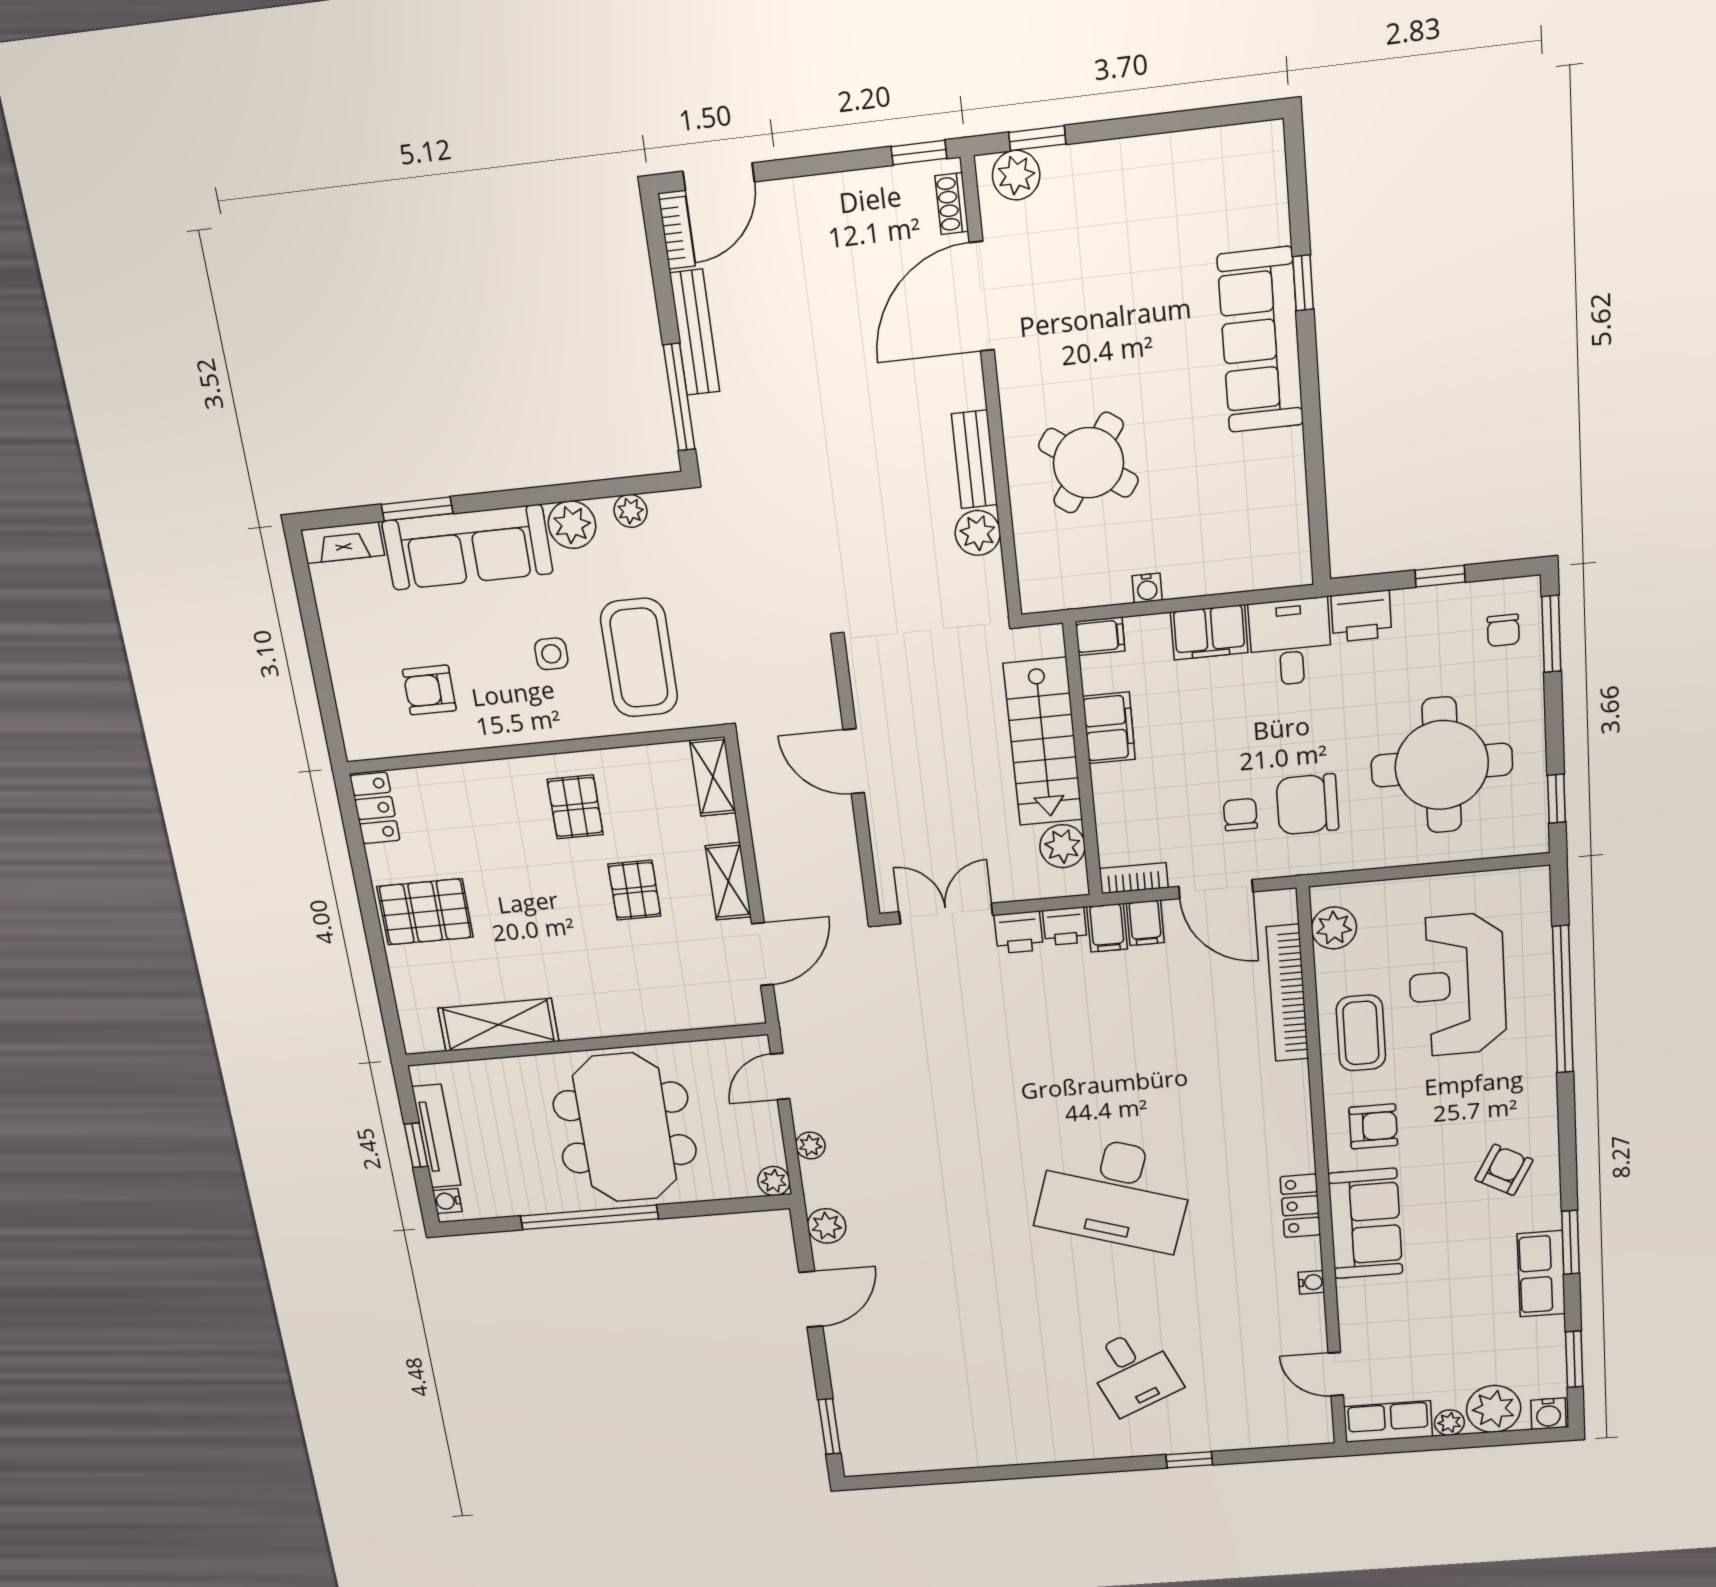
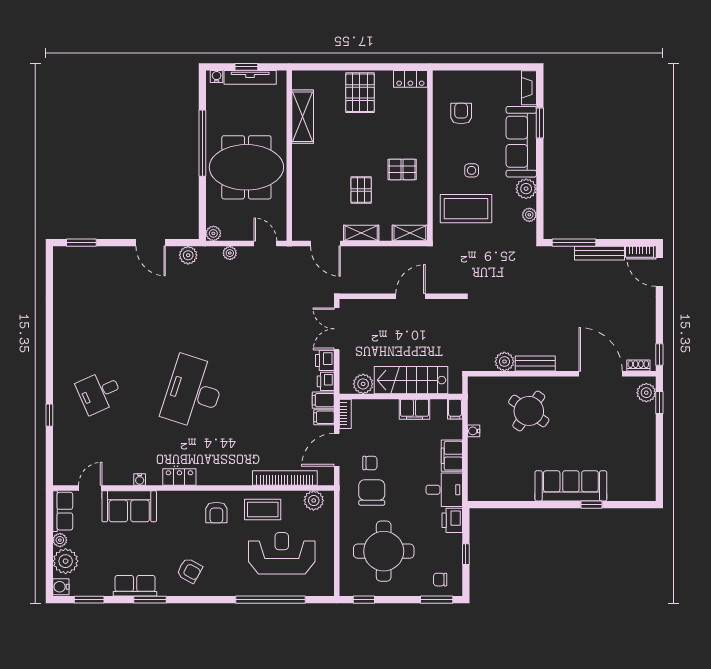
pallet: (634, 890) -> (361, 190), turned 90
double door: (946, 914) -> (337, 329), swing flipped
sofa: (1365, 1224) -> (129, 506), moved

